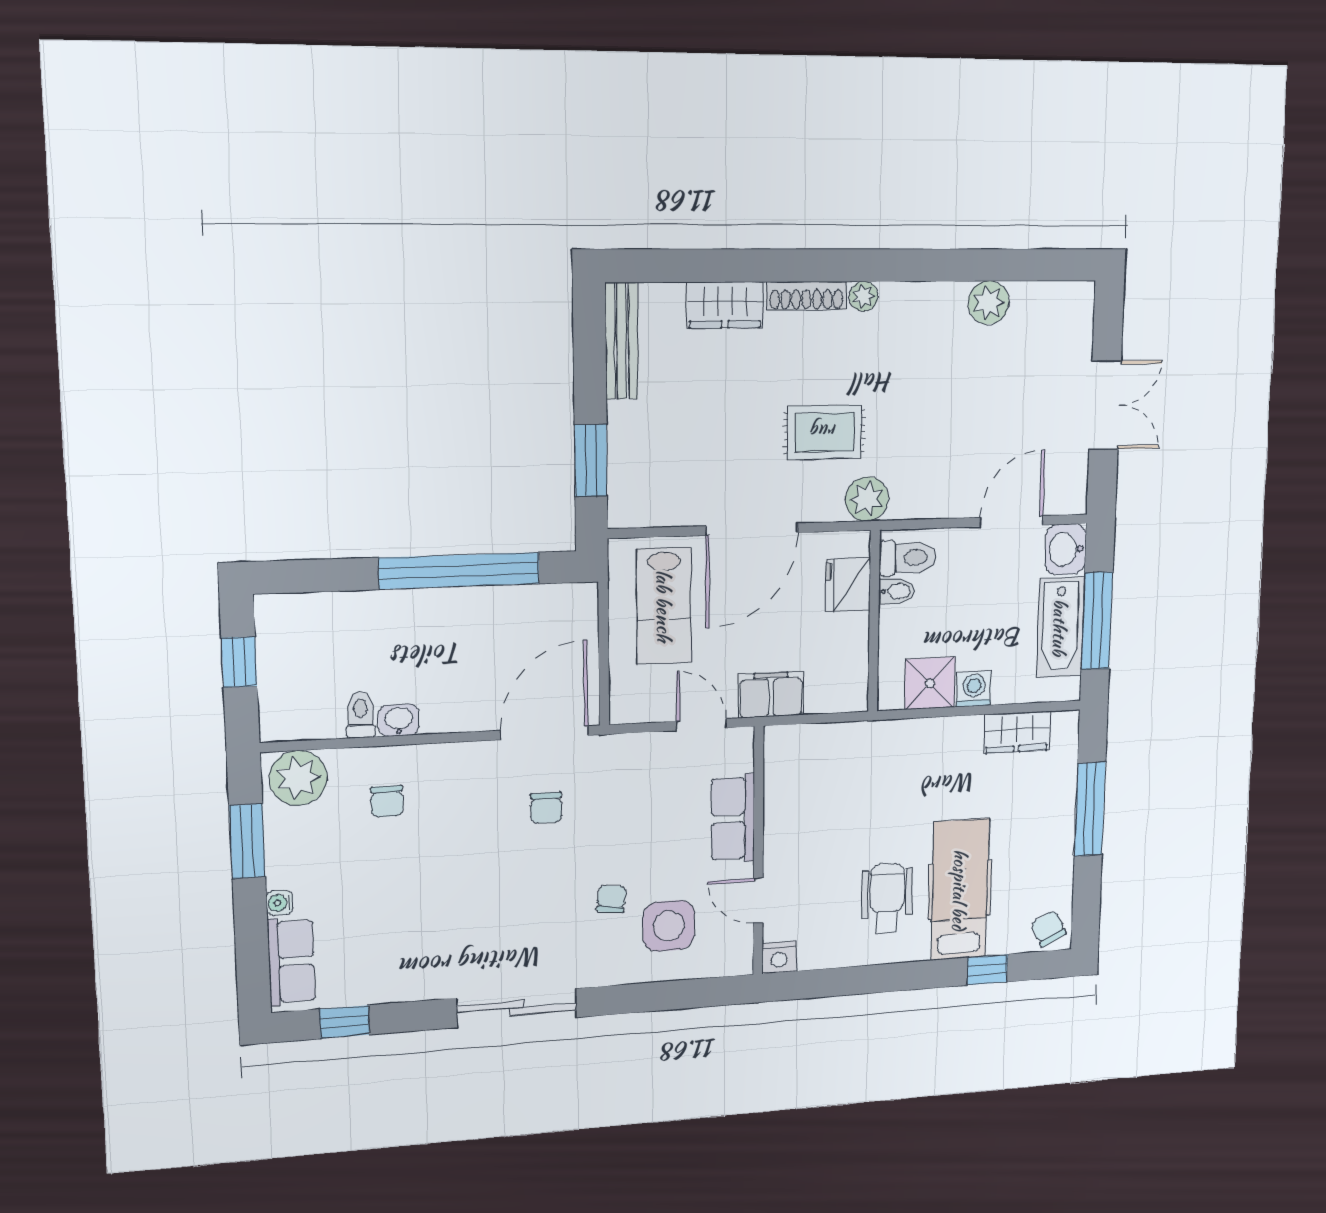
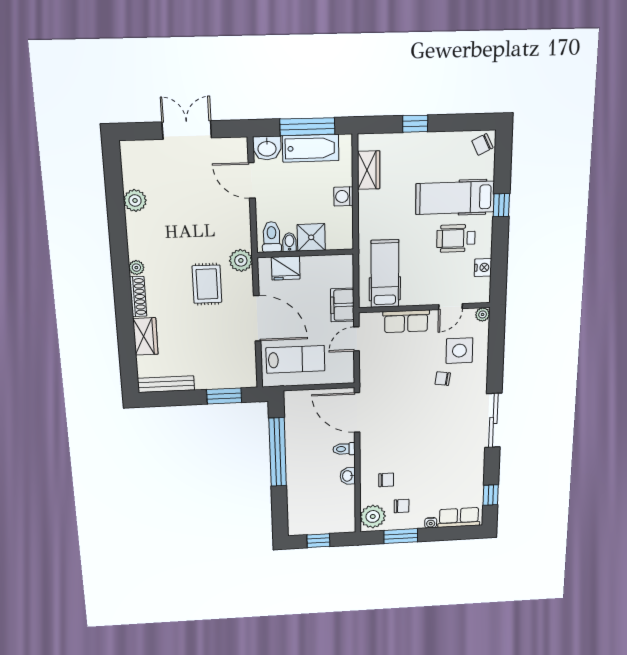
shower: (930, 683) -> (311, 237), moved
toilet: (360, 715) -> (344, 449), moved
hospital bed: (828, 772) -> (385, 274), added
chair: (546, 808) -> (402, 506), moved
window: (1090, 809) -> (415, 124), width x0.46
nightstand: (779, 957) -> (483, 267), moved
plant: (740, 962) -> (483, 314), added
window: (987, 970) -> (501, 205), moved

